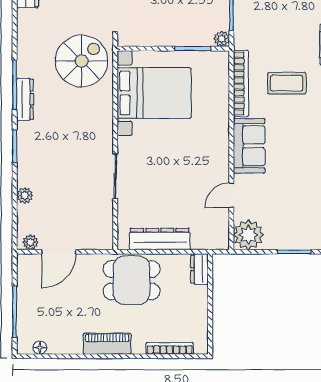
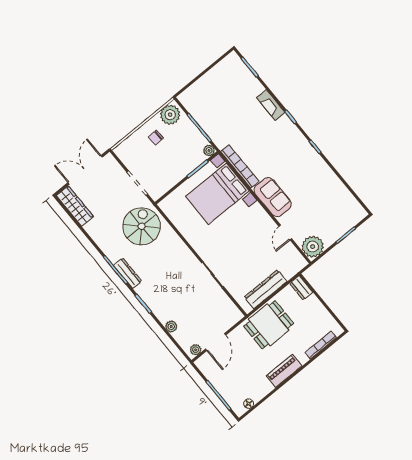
coffee table: (287, 83) -> (265, 146), removed
bed with nightstands: (154, 93) -> (217, 194), moved, turned 180

